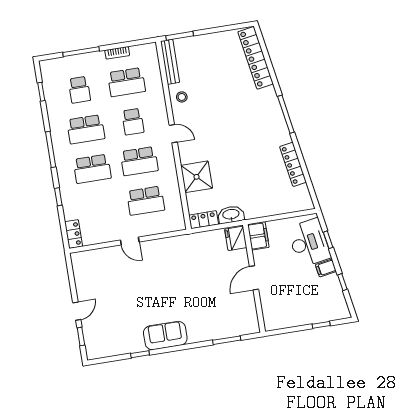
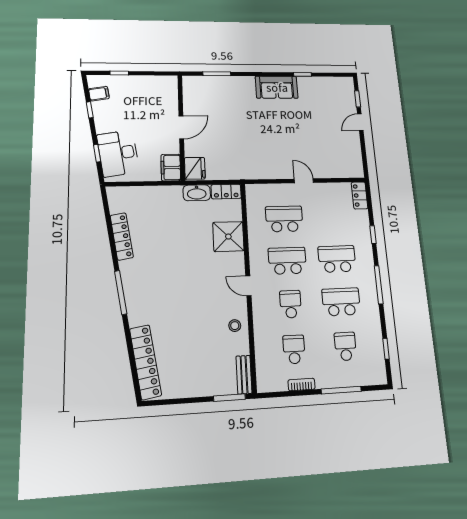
bench: (170, 62) -> (244, 375), width x0.73
school desk: (126, 82) -> (294, 349), width x0.54
filing cabinet: (326, 268) -> (99, 94), moved

